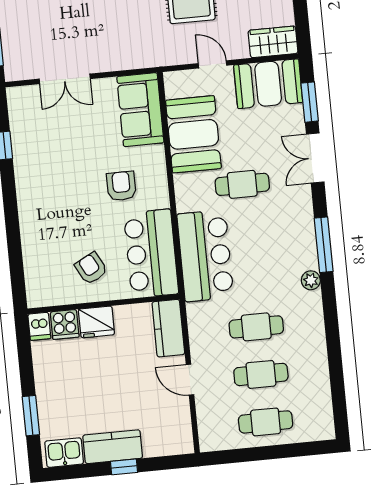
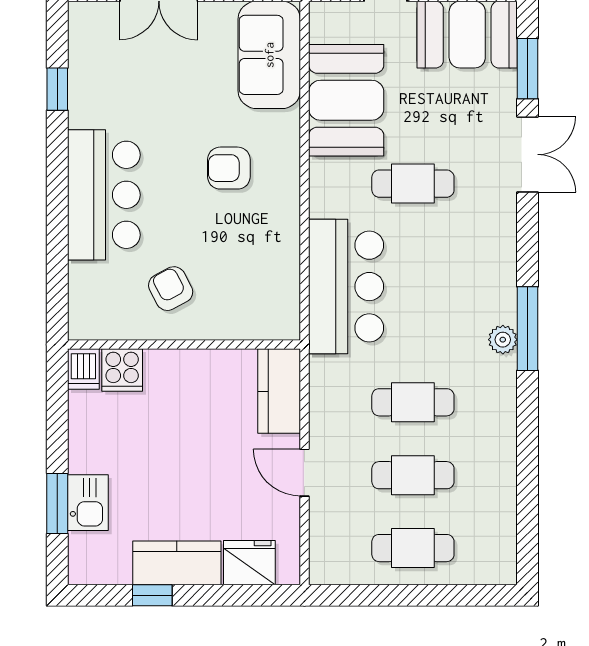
double door: (315, 158) -> (528, 154), swing flipped
armchair: (121, 186) -> (229, 168), turned -90
window: (324, 245) -> (528, 329), moved
bar counter: (151, 254) -> (104, 195), moved, turned 180
fridge: (96, 322) -> (249, 563), moved, turned 180
kitchen sink: (64, 453) -> (88, 503), moved, turned 90
window: (124, 467) -> (152, 595), moved

